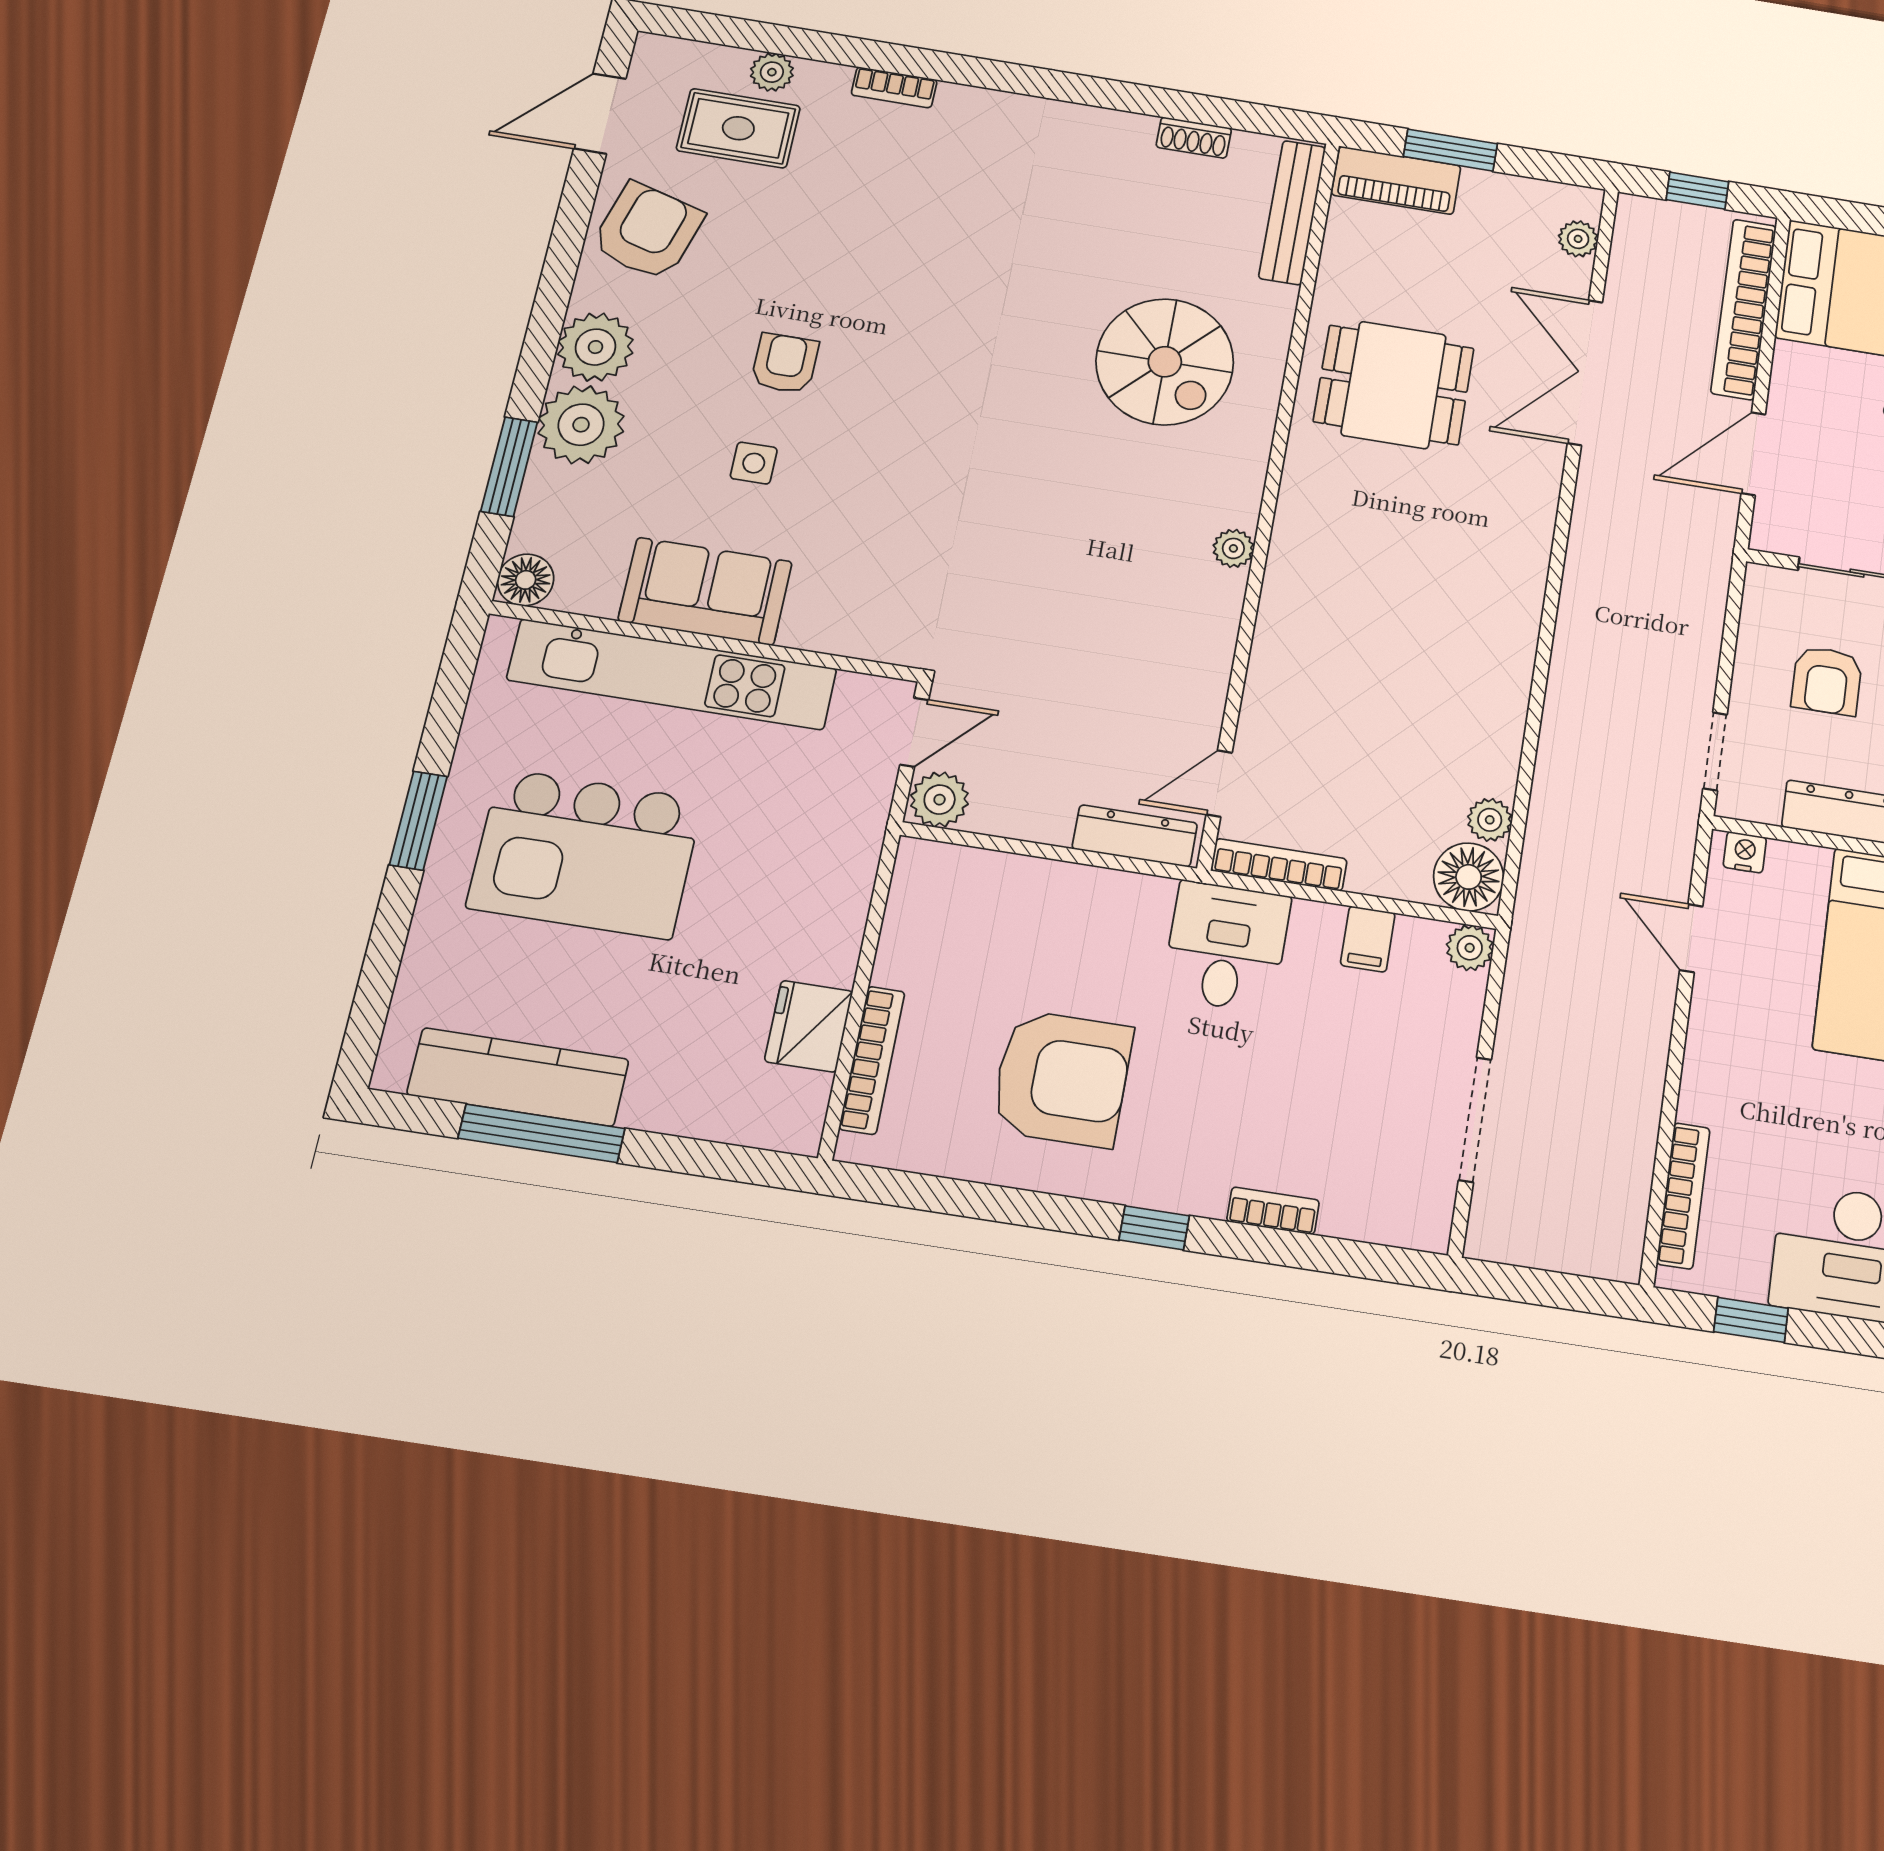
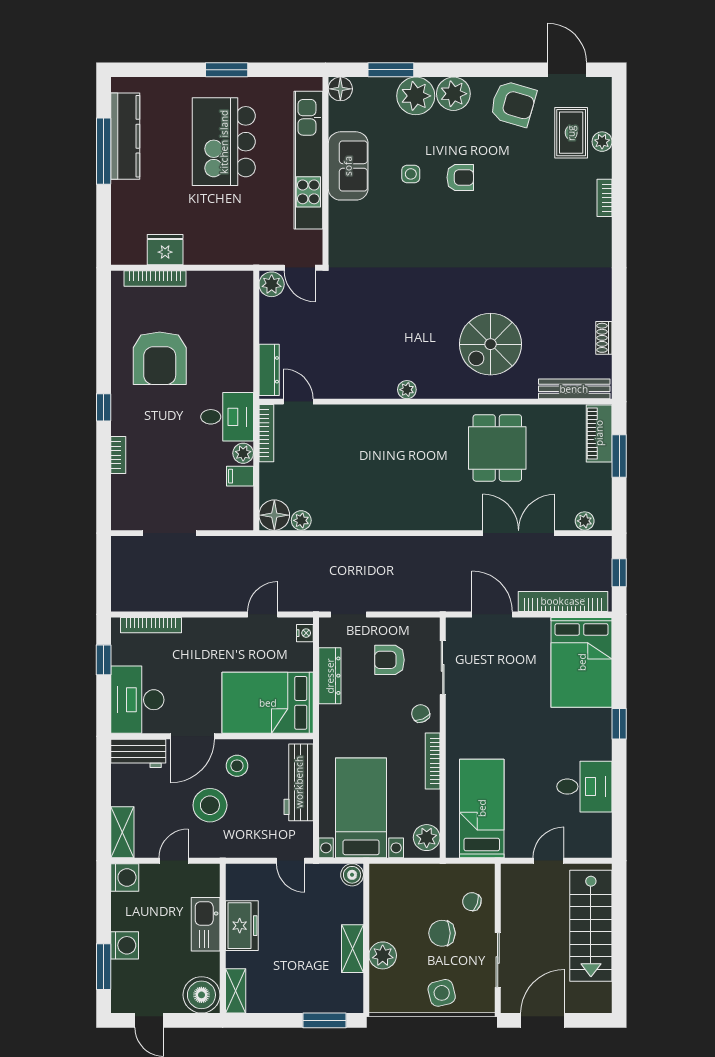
plant: (1470, 948) -> (243, 453), moved

